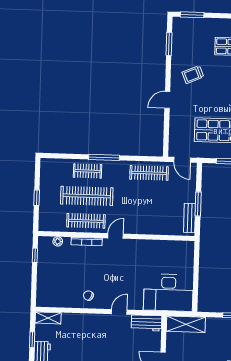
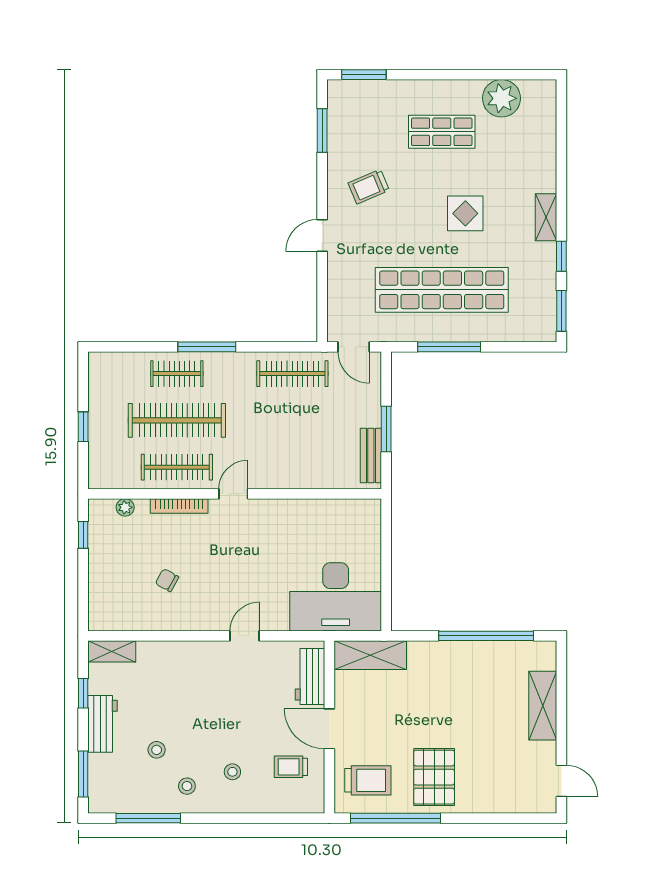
chair: (88, 296) -> (167, 580), moved
workbench: (146, 323) -> (310, 676), moved, turned 90

